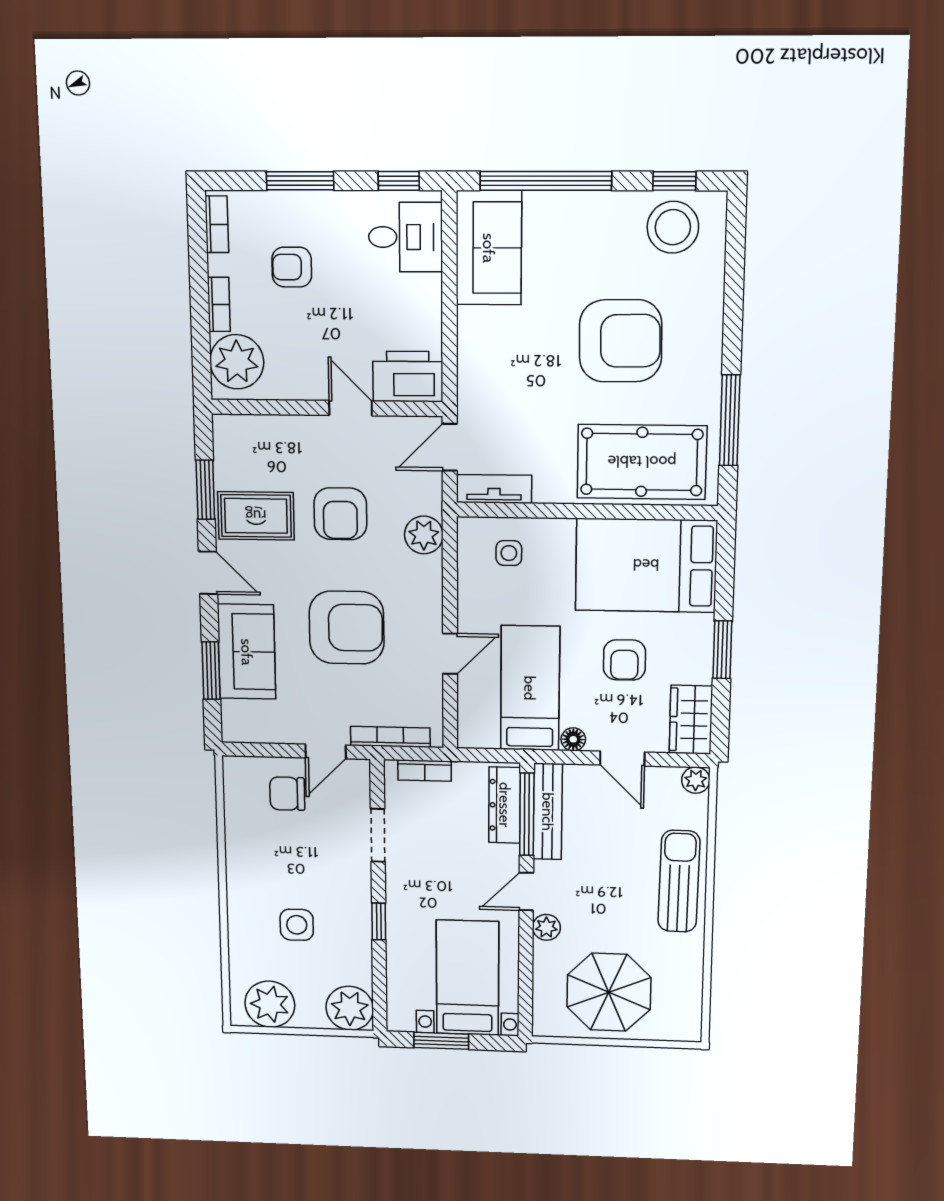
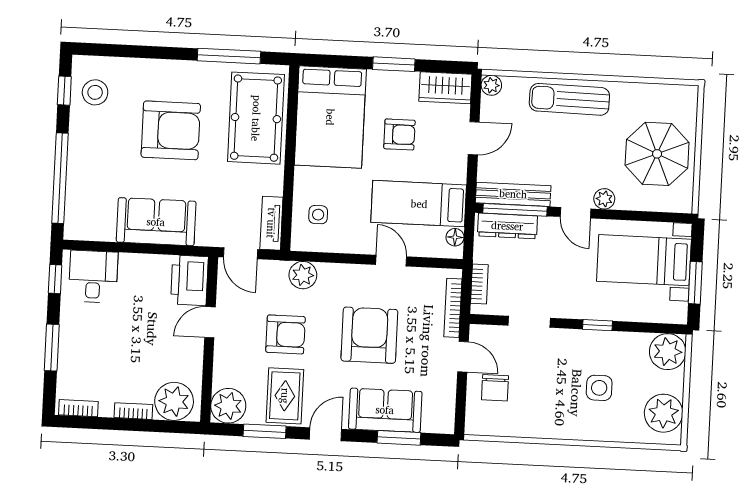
stool: (673, 227) -> (95, 92), width x0.73, depth x0.73
sofa: (489, 248) -> (156, 222), moved
armchair: (292, 267) -> (110, 357), removed
armchair: (621, 341) -> (171, 130), turned 91
plant: (236, 438) -> (228, 406), added
floor lamp: (573, 739) -> (455, 237), moved

